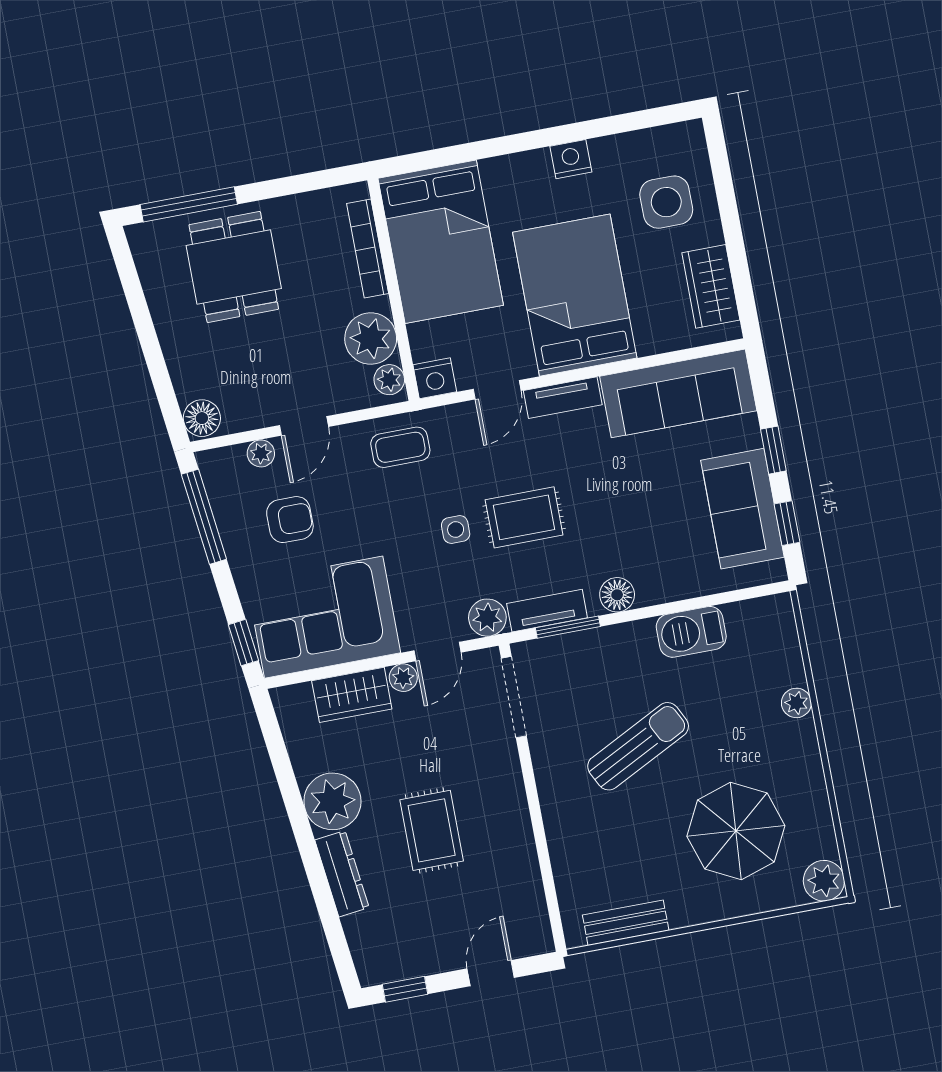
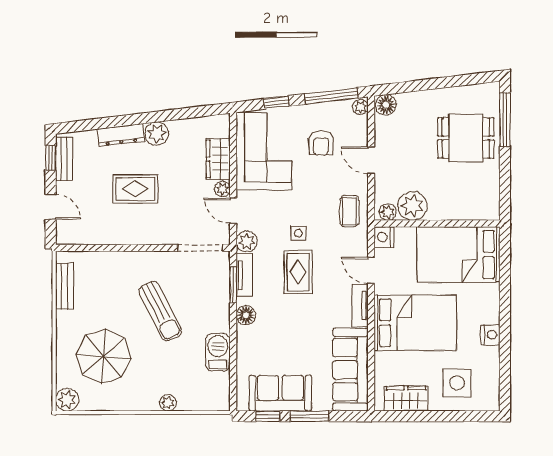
bookcase: (368, 248) -> (462, 214), removed
window: (773, 450) -> (309, 416), width x1.50
plant: (261, 453) -> (360, 107), moved
window: (243, 643) -> (276, 102), moved
plant: (332, 801) -> (157, 134), width x0.73, depth x0.73
bench: (403, 965) -> (64, 159), added

